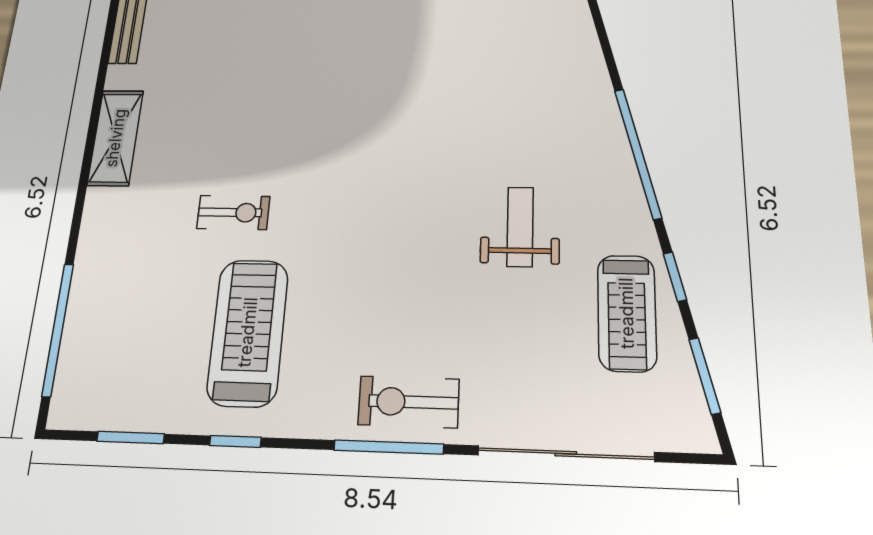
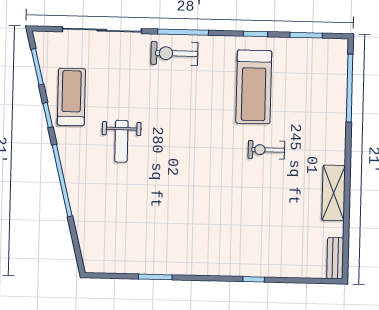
exercise bike: (409, 402) -> (174, 53), turned 180

